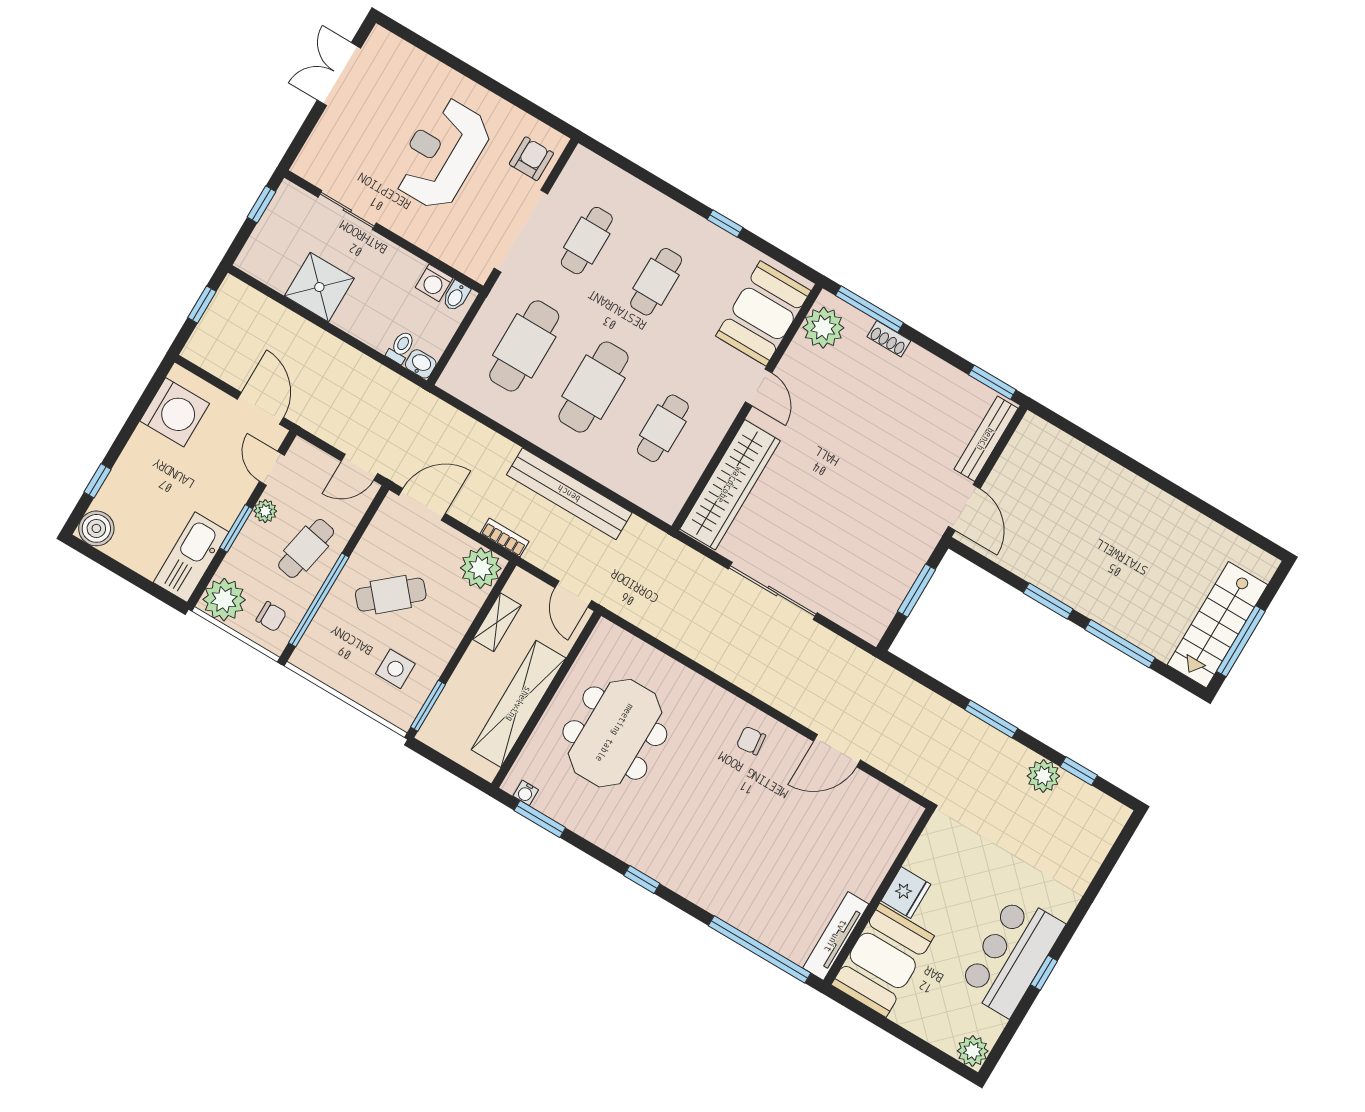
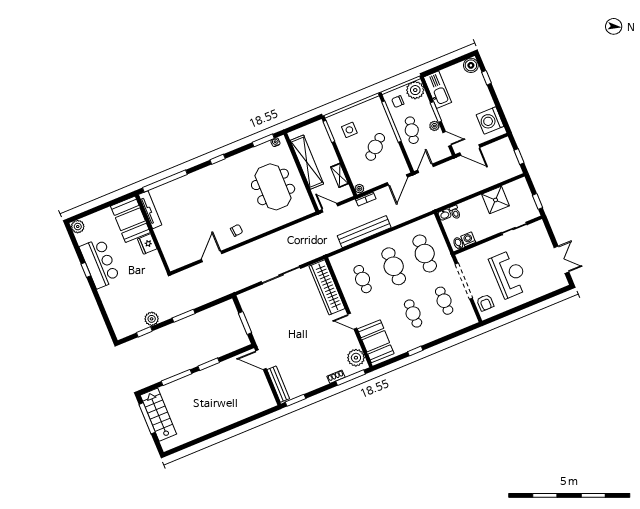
plant: (481, 568) -> (359, 189), width x0.53, depth x0.53

